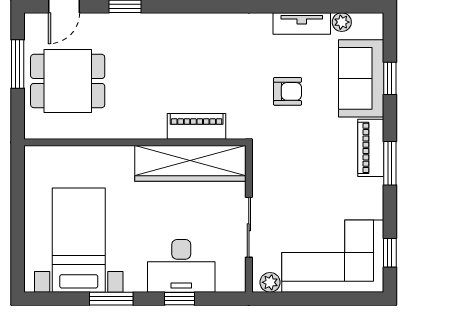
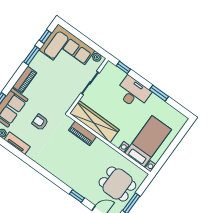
window: (390, 163) -> (32, 55), moved
bed with nightstands: (79, 240) -> (148, 141), moved, turned 180
desk: (181, 266) -> (133, 93), moved
window: (180, 299) -> (123, 67), moved

